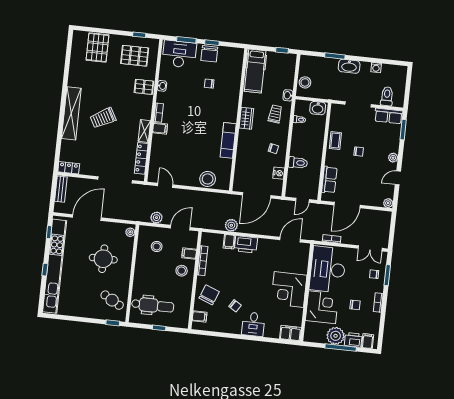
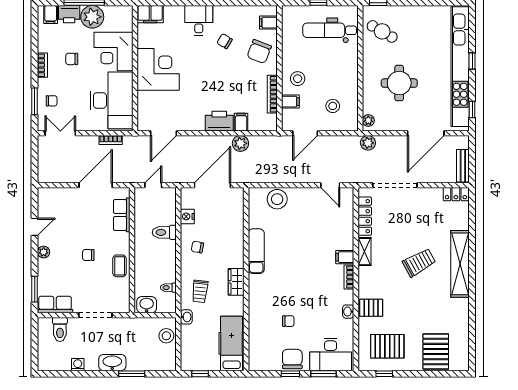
plant: (388, 203) -> (44, 193), removed
plant: (156, 218) -> (368, 143), moved

